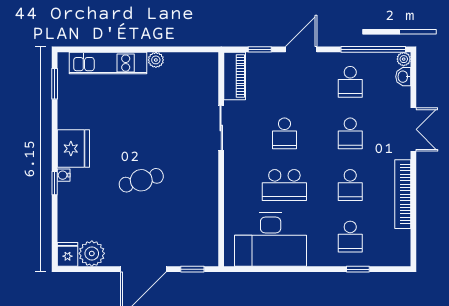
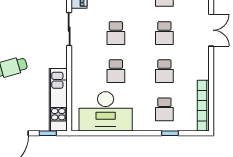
school desk: (284, 185) -> (116, 71), width x0.54
bookcase: (403, 194) -> (203, 106), moved
kitchen unit: (206, 224) -> (58, 100), added

